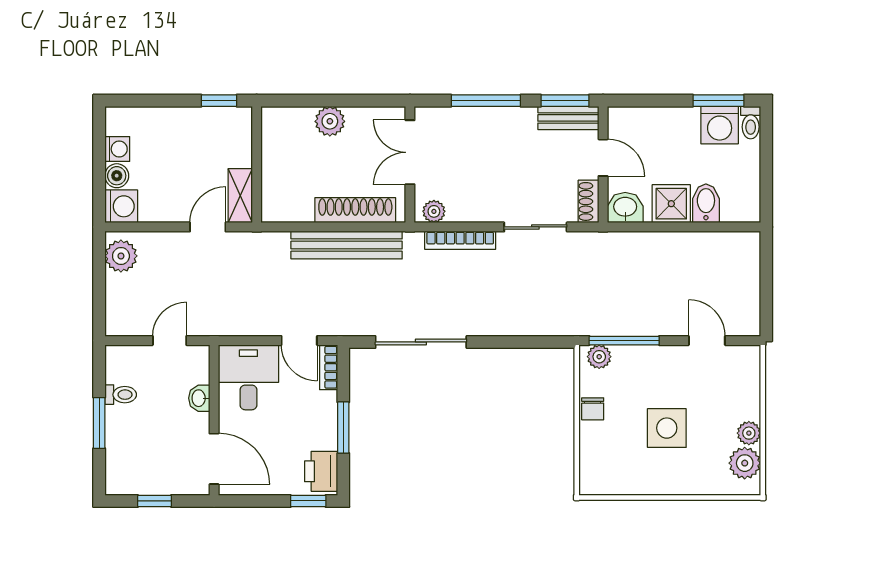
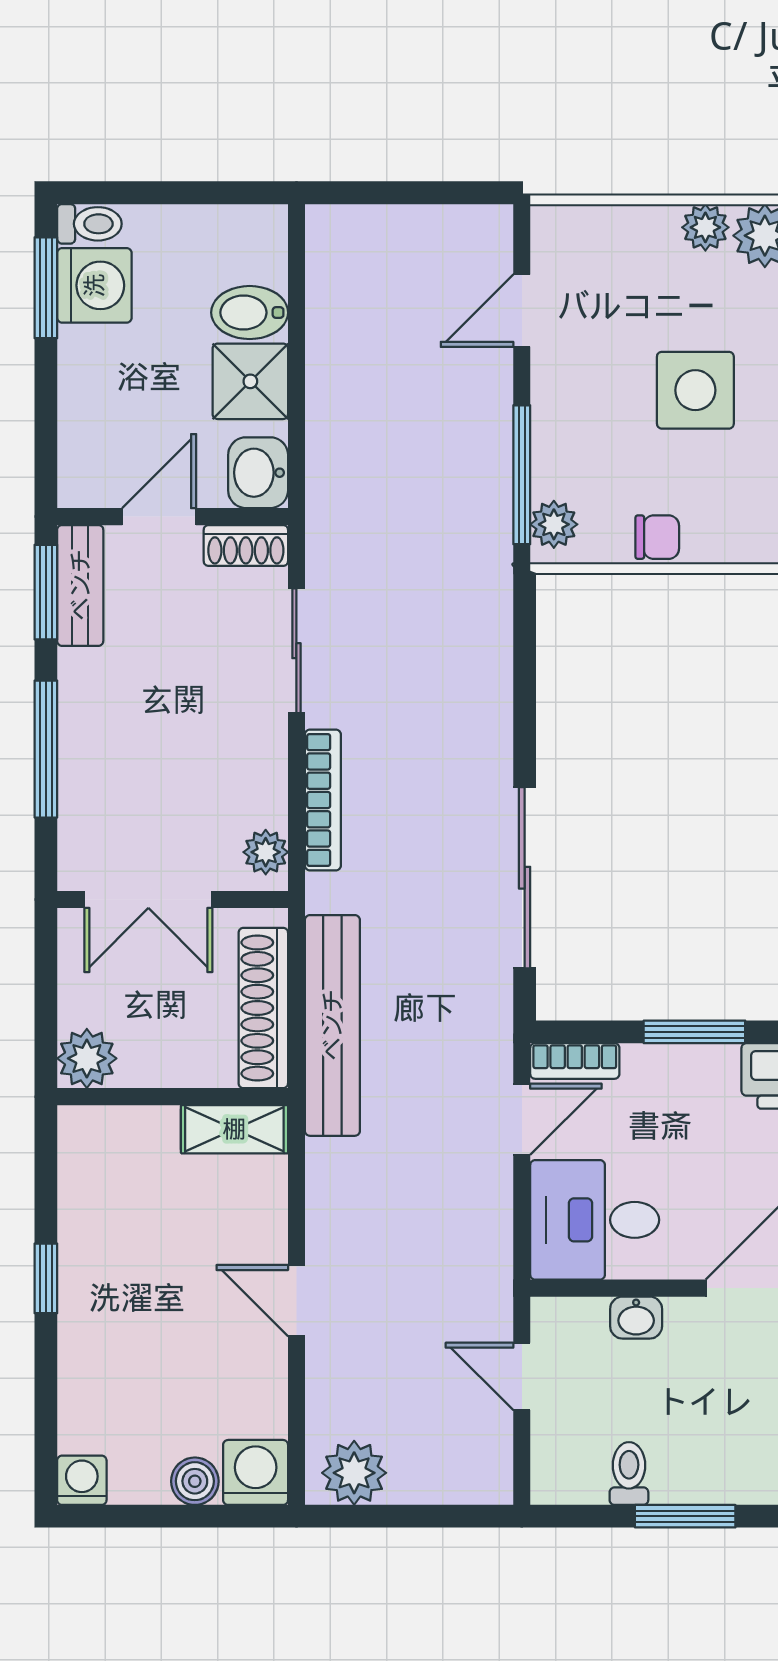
washing machine: (117, 149) -> (82, 1480), moved
wall: (257, 164) -> (173, 1097), moved
shelving: (240, 196) -> (234, 1129), moved

